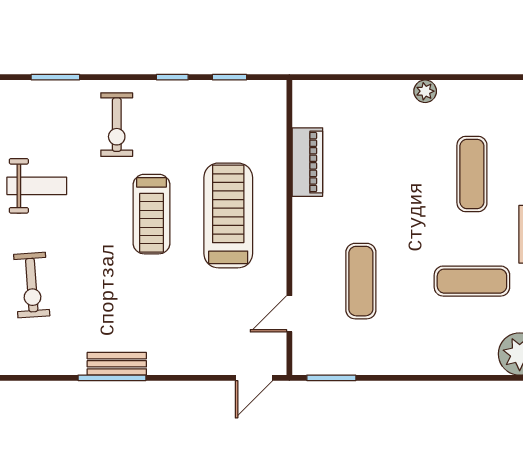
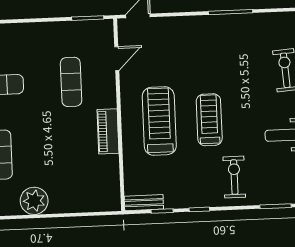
plant: (425, 91) -> (34, 201), width x1.88, depth x1.88
piano: (307, 162) -> (108, 131), moved
treadmill: (228, 215) -> (159, 121), turned 180
bench: (117, 364) -> (144, 203), moved

